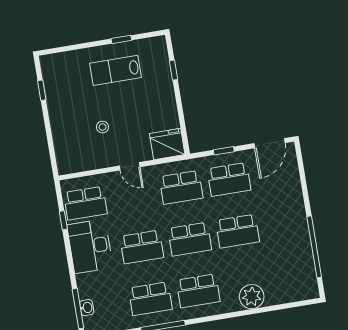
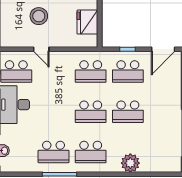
stool: (103, 127) -> (39, 16), width x1.89, depth x1.89
fridge: (167, 144) -> (87, 22), moved, turned -90
door: (130, 166) -> (41, 49), moved
school desk: (142, 247) -> (53, 112), removed

